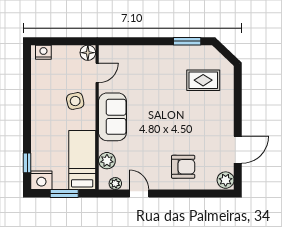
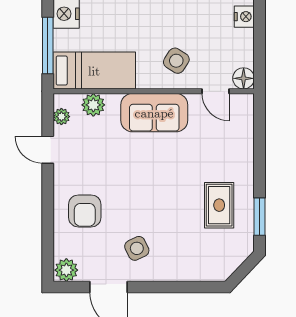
rug: (203, 80) -> (219, 205), moved
side table: (75, 101) -> (176, 61), turned 45
side table: (210, 129) -> (137, 248), added
window: (64, 193) -> (48, 45), width x1.44
door: (139, 193) -> (48, 150), swing flipped

